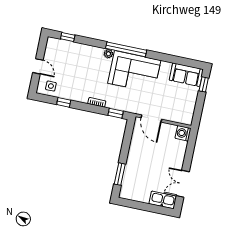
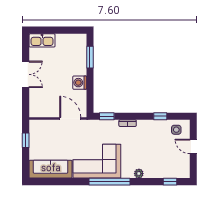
plant: (108, 54) -> (139, 174), moved
sofa: (186, 75) -> (51, 169), width x1.36
window: (204, 84) -> (26, 140), moved
washing machine: (183, 133) -> (80, 83), moved, turned 180
double door: (183, 184) -> (26, 74), moved

